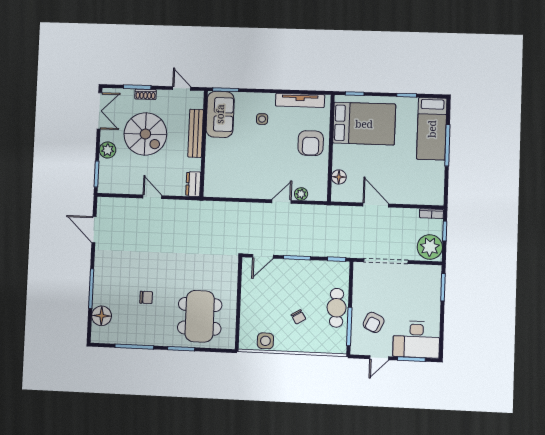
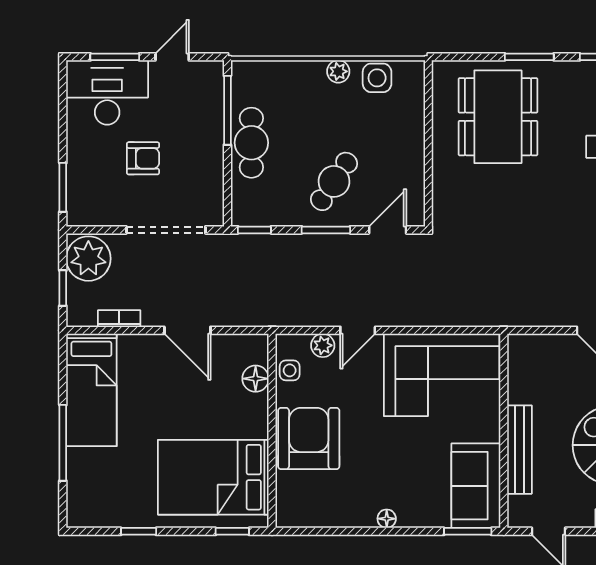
floor lamp: (270, 98) -> (387, 519), added
tv unit: (300, 100) -> (331, 516), removed
side table: (262, 119) -> (290, 370), moved
bed: (432, 129) -> (91, 390), moved, turned 180
armchair: (311, 143) -> (309, 439), width x1.36, depth x1.36
corner sofa: (236, 175) -> (442, 375), added
dresser: (193, 184) -> (520, 356), removed
bookcase: (431, 214) -> (119, 319), moved
cafe table: (291, 284) -> (334, 181), added
chair: (298, 317) -> (319, 123), removed
armchair: (374, 322) -> (143, 158), moved, turned 65
plant: (287, 345) -> (338, 71), added

